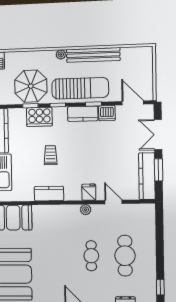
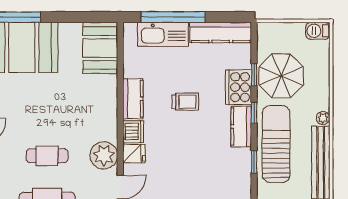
sun lounger: (80, 88) -> (276, 144), turned 180
dishwasher: (107, 113) -> (133, 132), moved, turned 180
kitchen counter: (83, 114) -> (241, 127), moved
plant: (86, 210) -> (104, 155), width x1.88, depth x1.88

